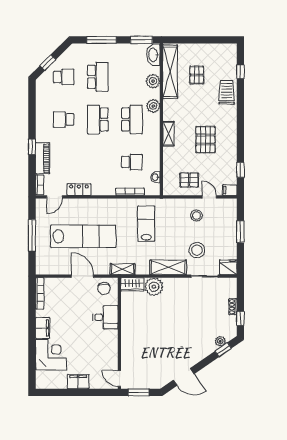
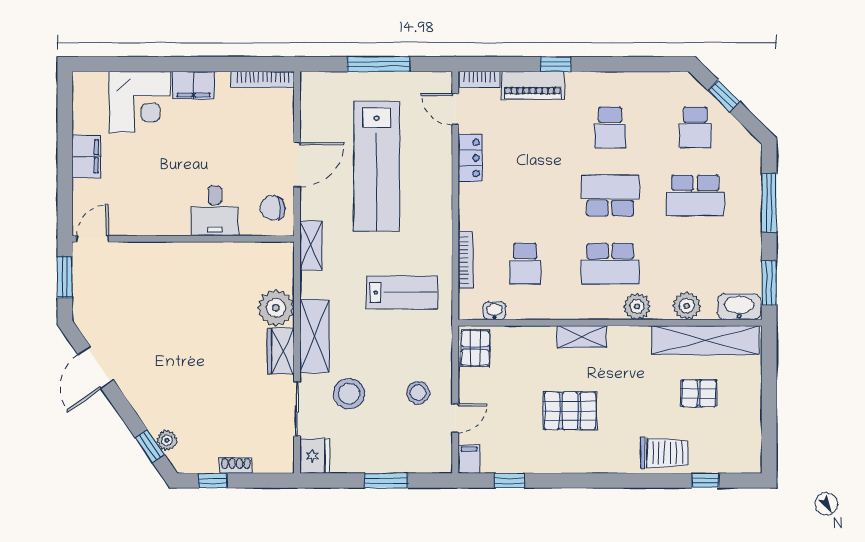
school desk: (64, 119) -> (610, 127), turned 180
pallet: (189, 180) -> (475, 348), moved
wardrobe: (132, 284) -> (281, 351), moved

